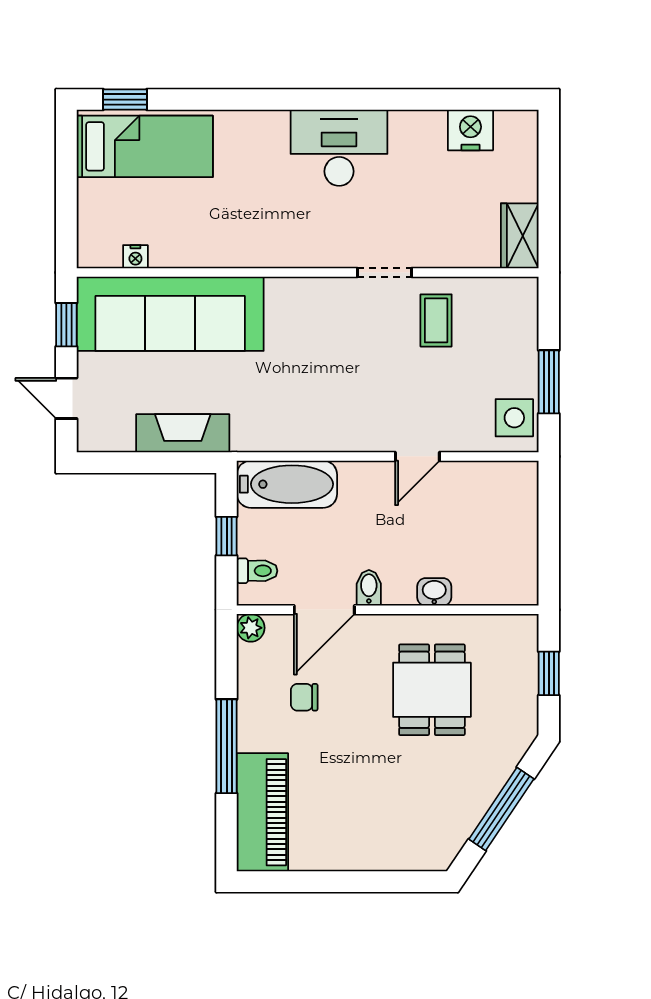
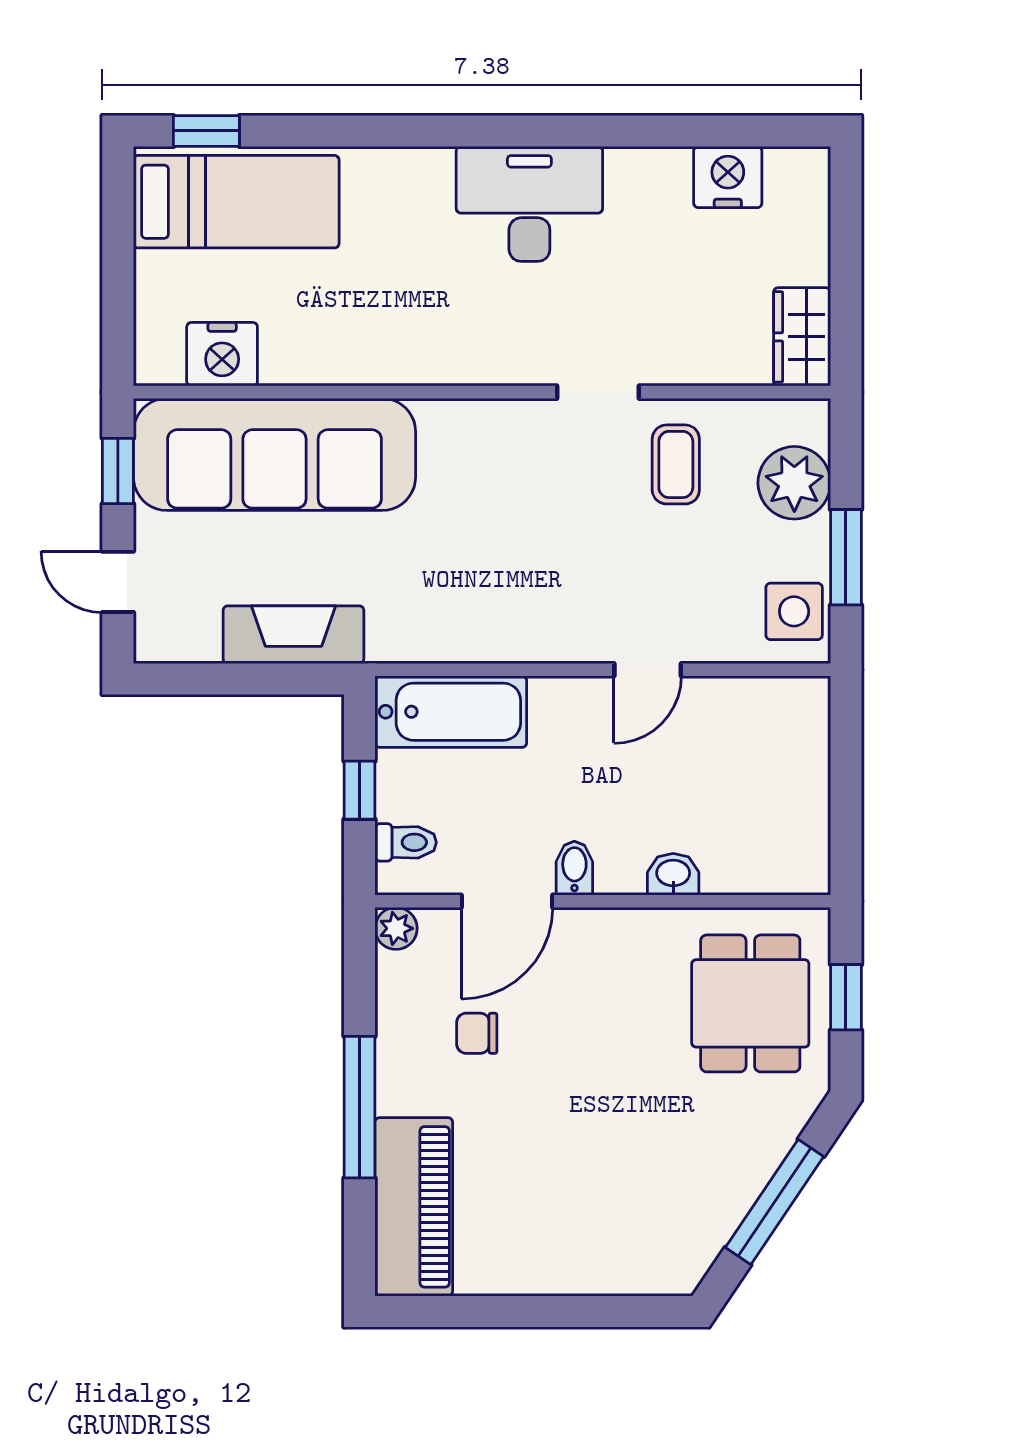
nightstand: (135, 257) -> (222, 354), width x1.89, depth x1.79
plant: (514, 333) -> (794, 483), added
dining table: (432, 690) -> (750, 1003), moved

